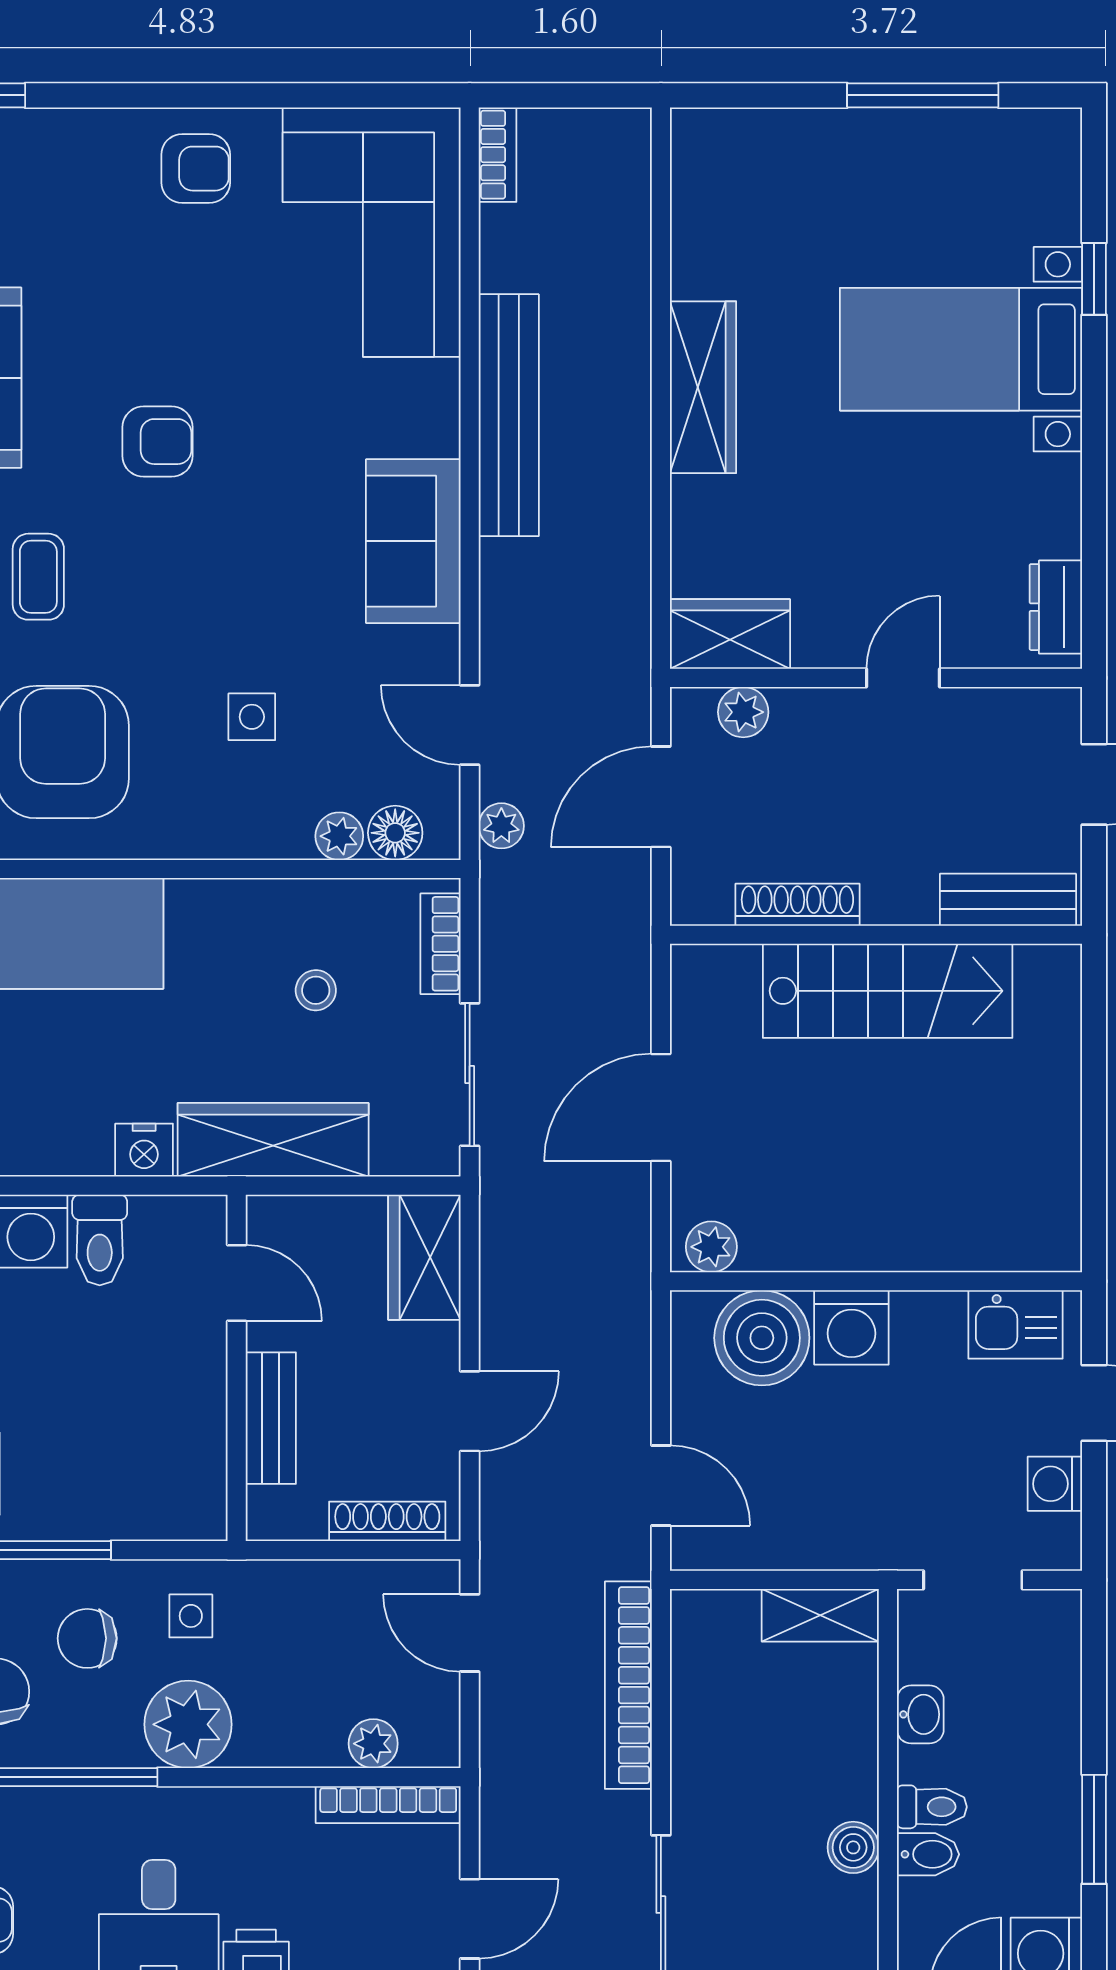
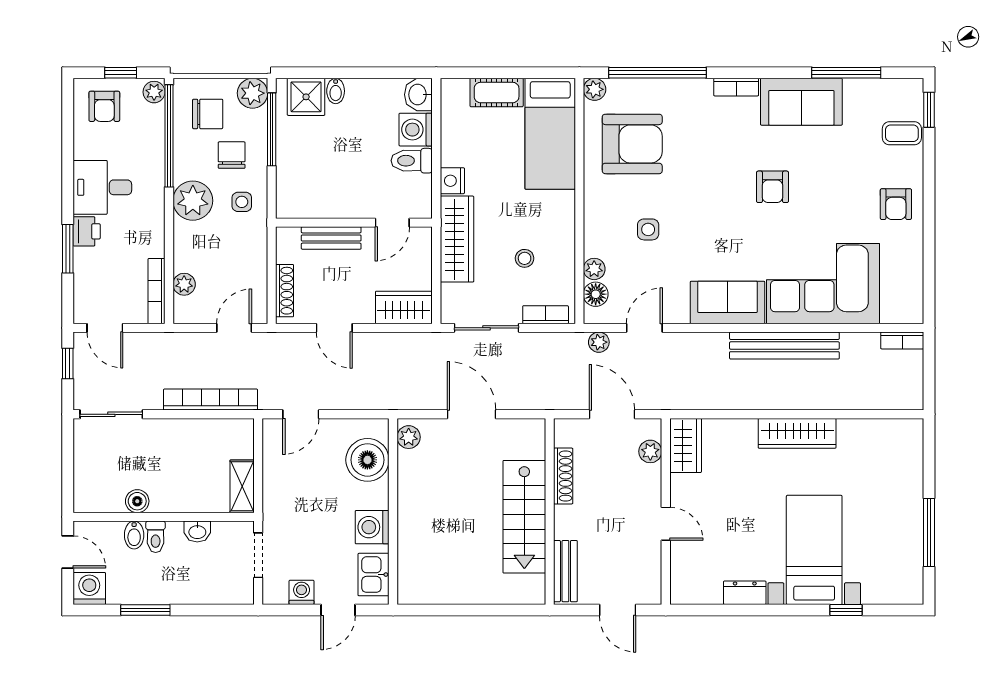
corner sofa: (372, 232) -> (823, 284), moved
coffee table: (38, 577) -> (902, 133), moved
dresser: (1056, 607) -> (745, 593), moved
washing machine: (851, 1327) -> (372, 527), moved

